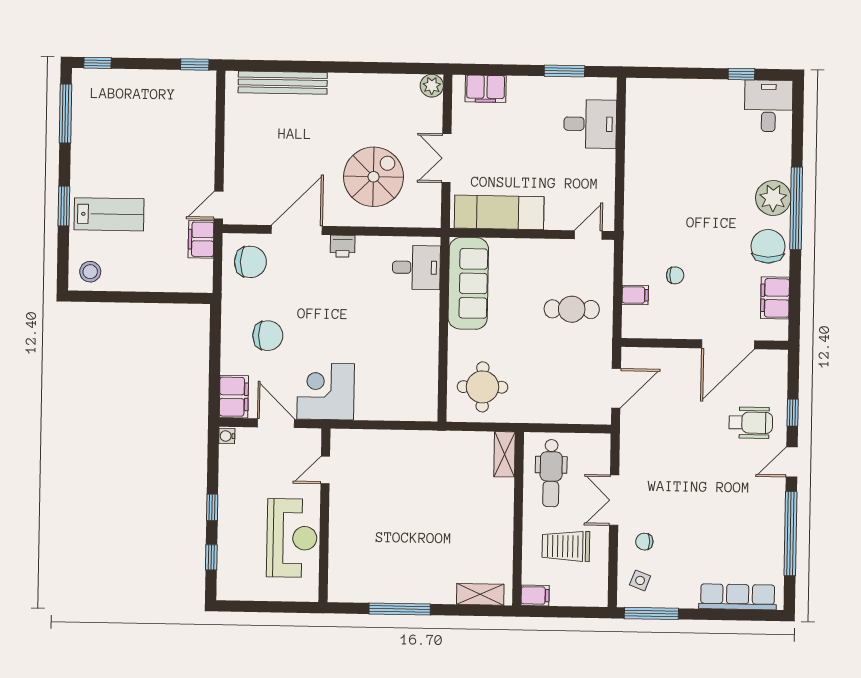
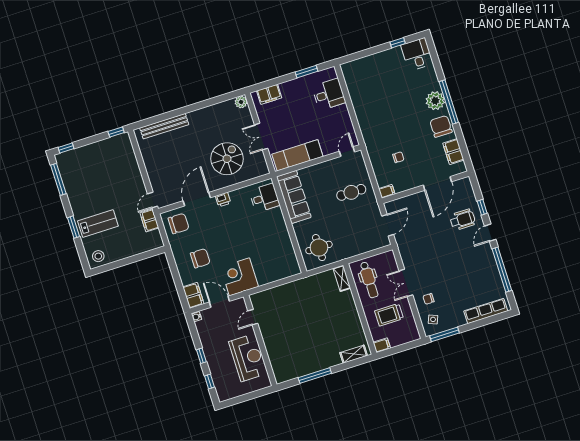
filing cabinet: (635, 295) -> (387, 191), moved

